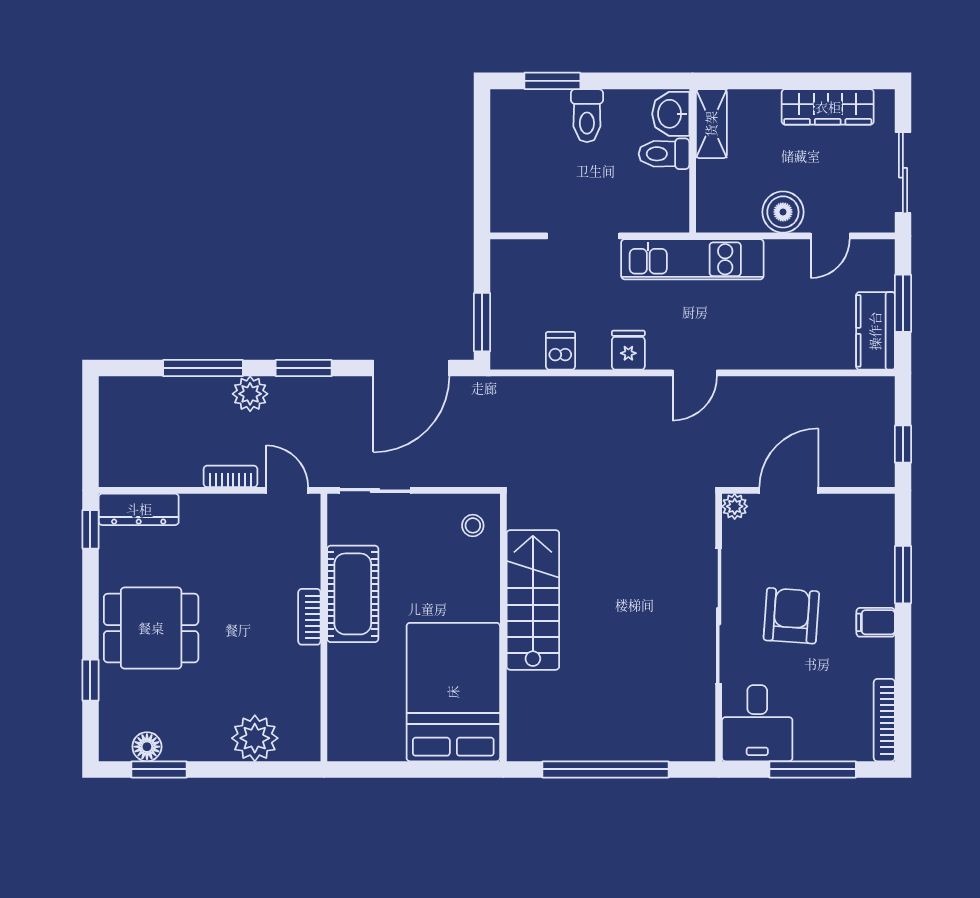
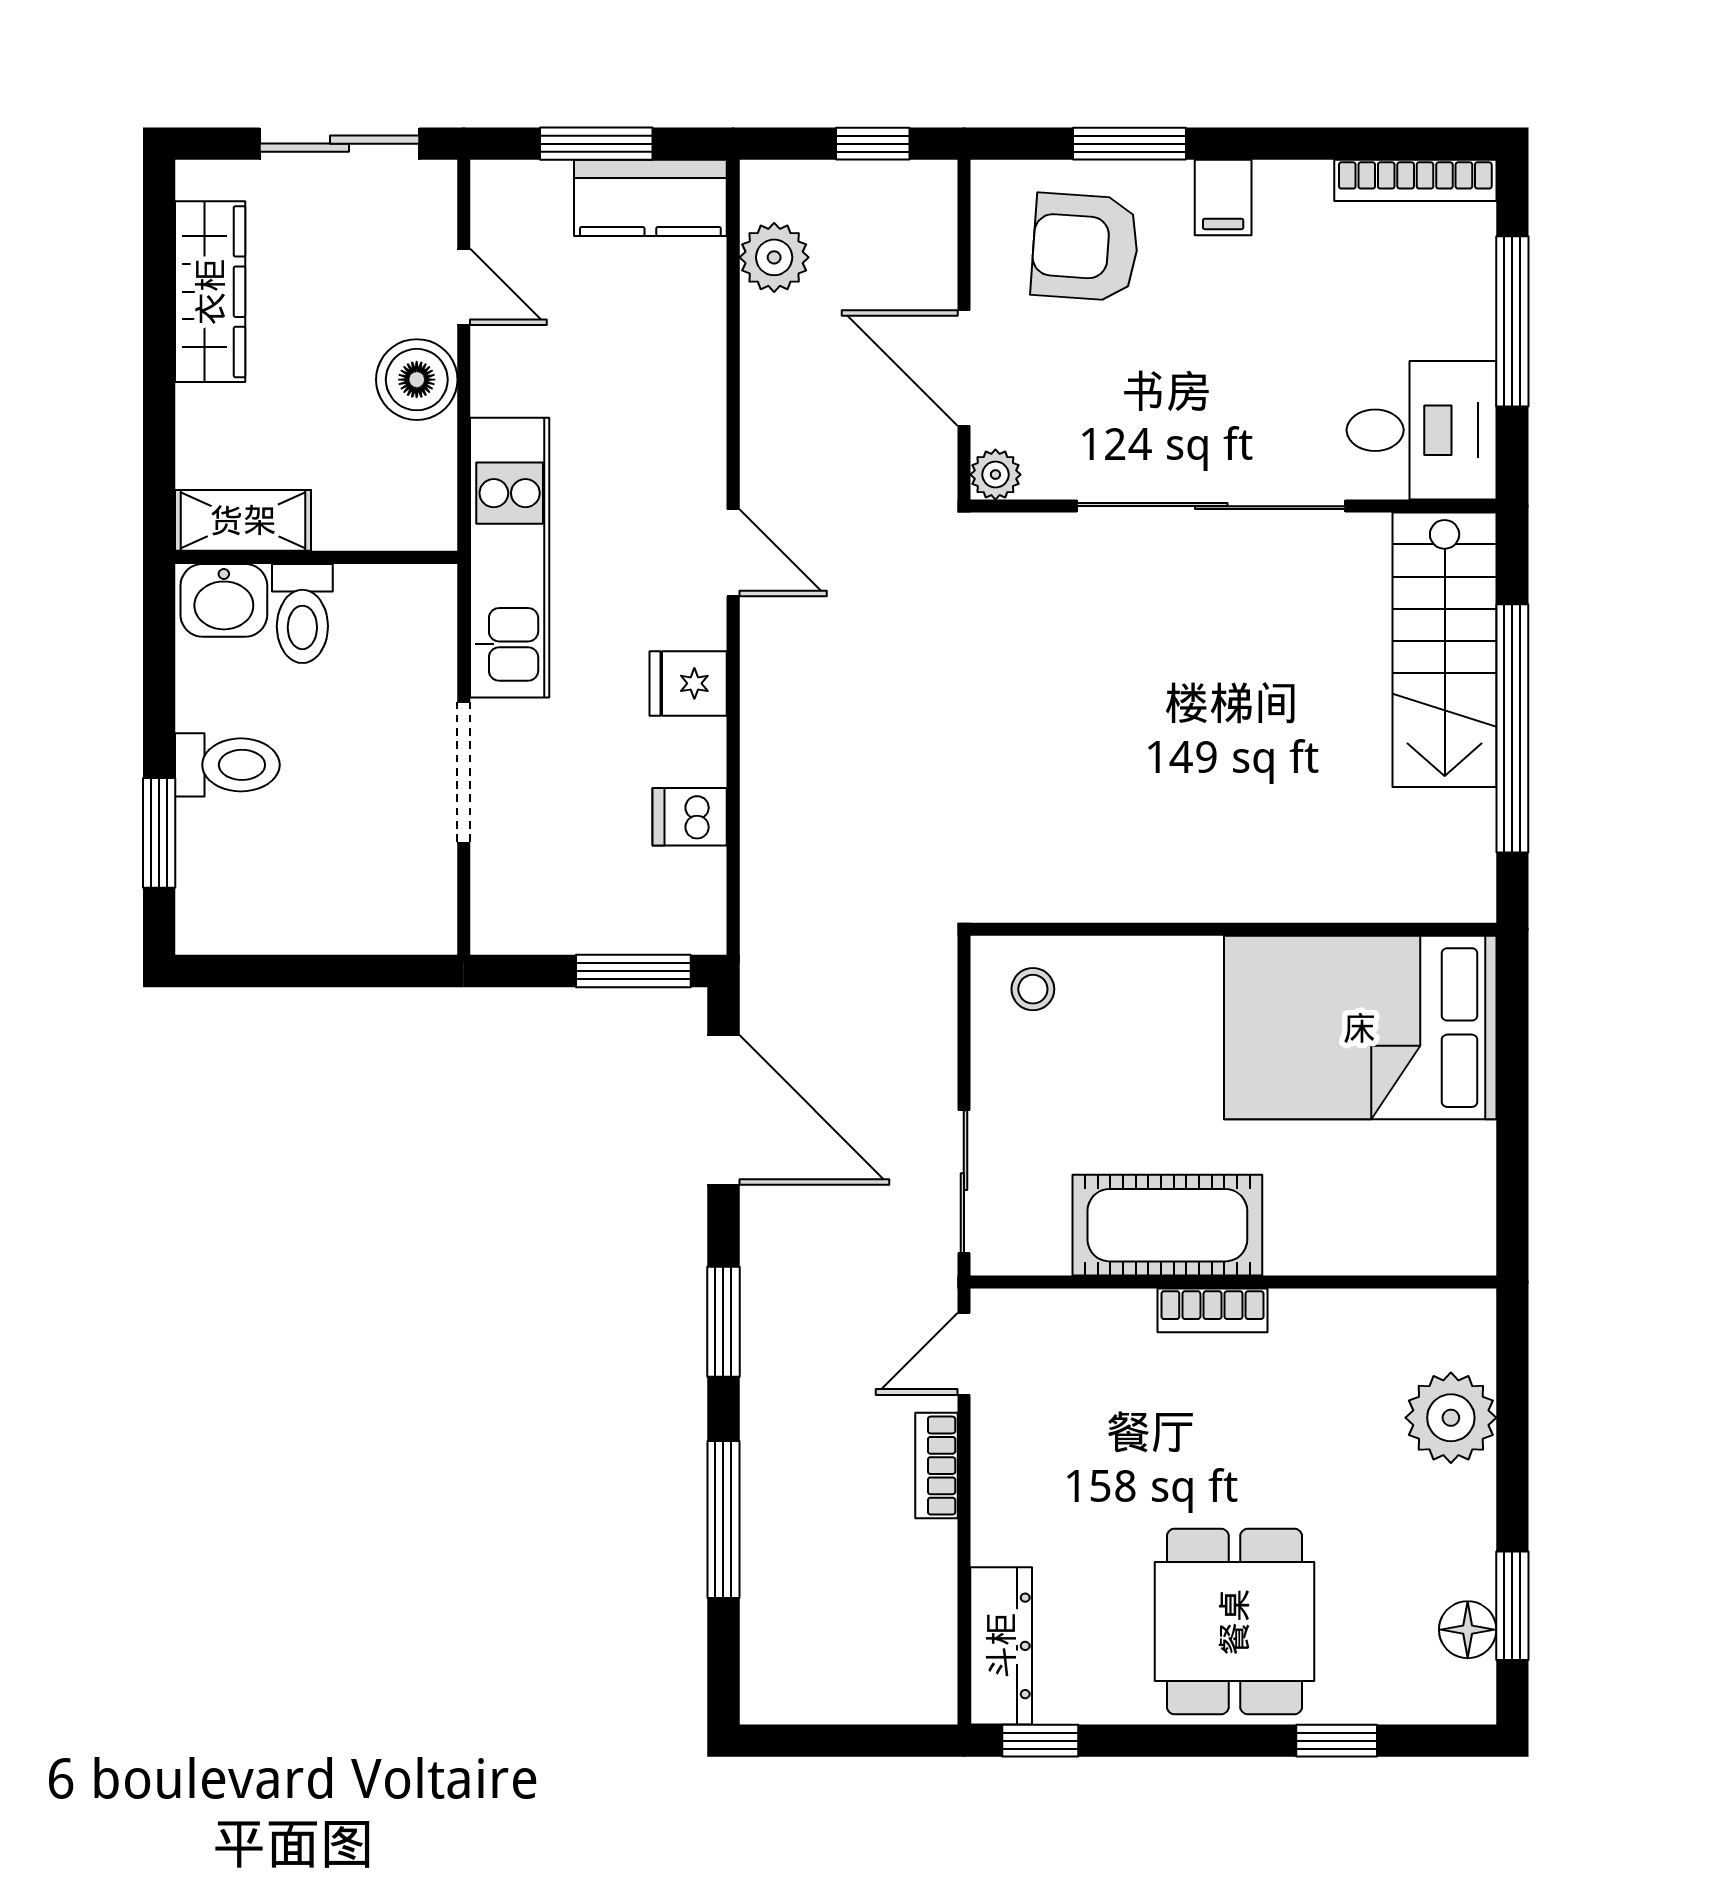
plant: (250, 394) -> (774, 257), moved
stairs: (533, 600) -> (1445, 650), moved, turned -90
armchair: (791, 616) -> (1085, 247), moved

